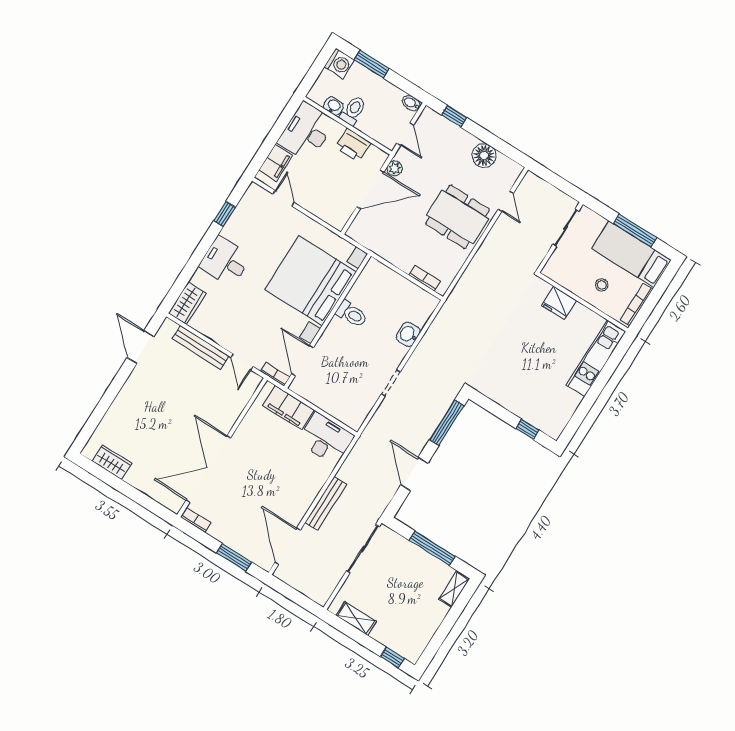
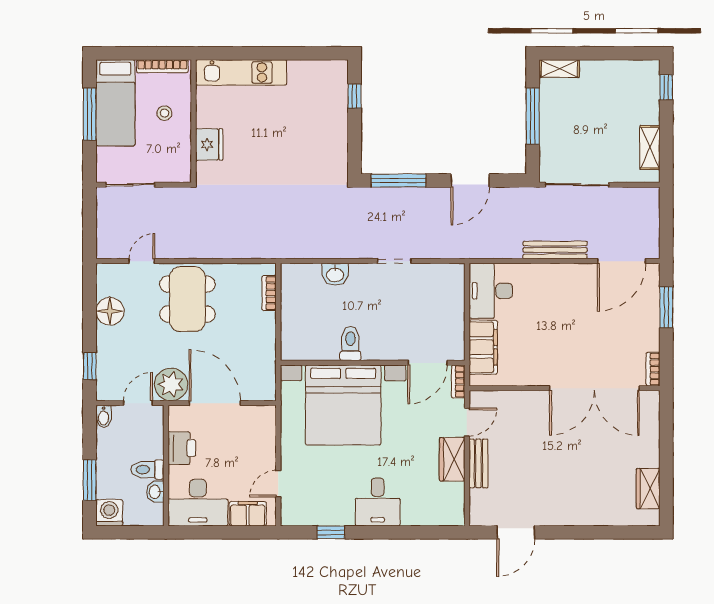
plant: (395, 168) -> (171, 384), width x1.88, depth x1.88
wardrobe: (187, 303) -> (452, 459), moved, turned -90
bench: (201, 347) -> (478, 463), width x0.73

